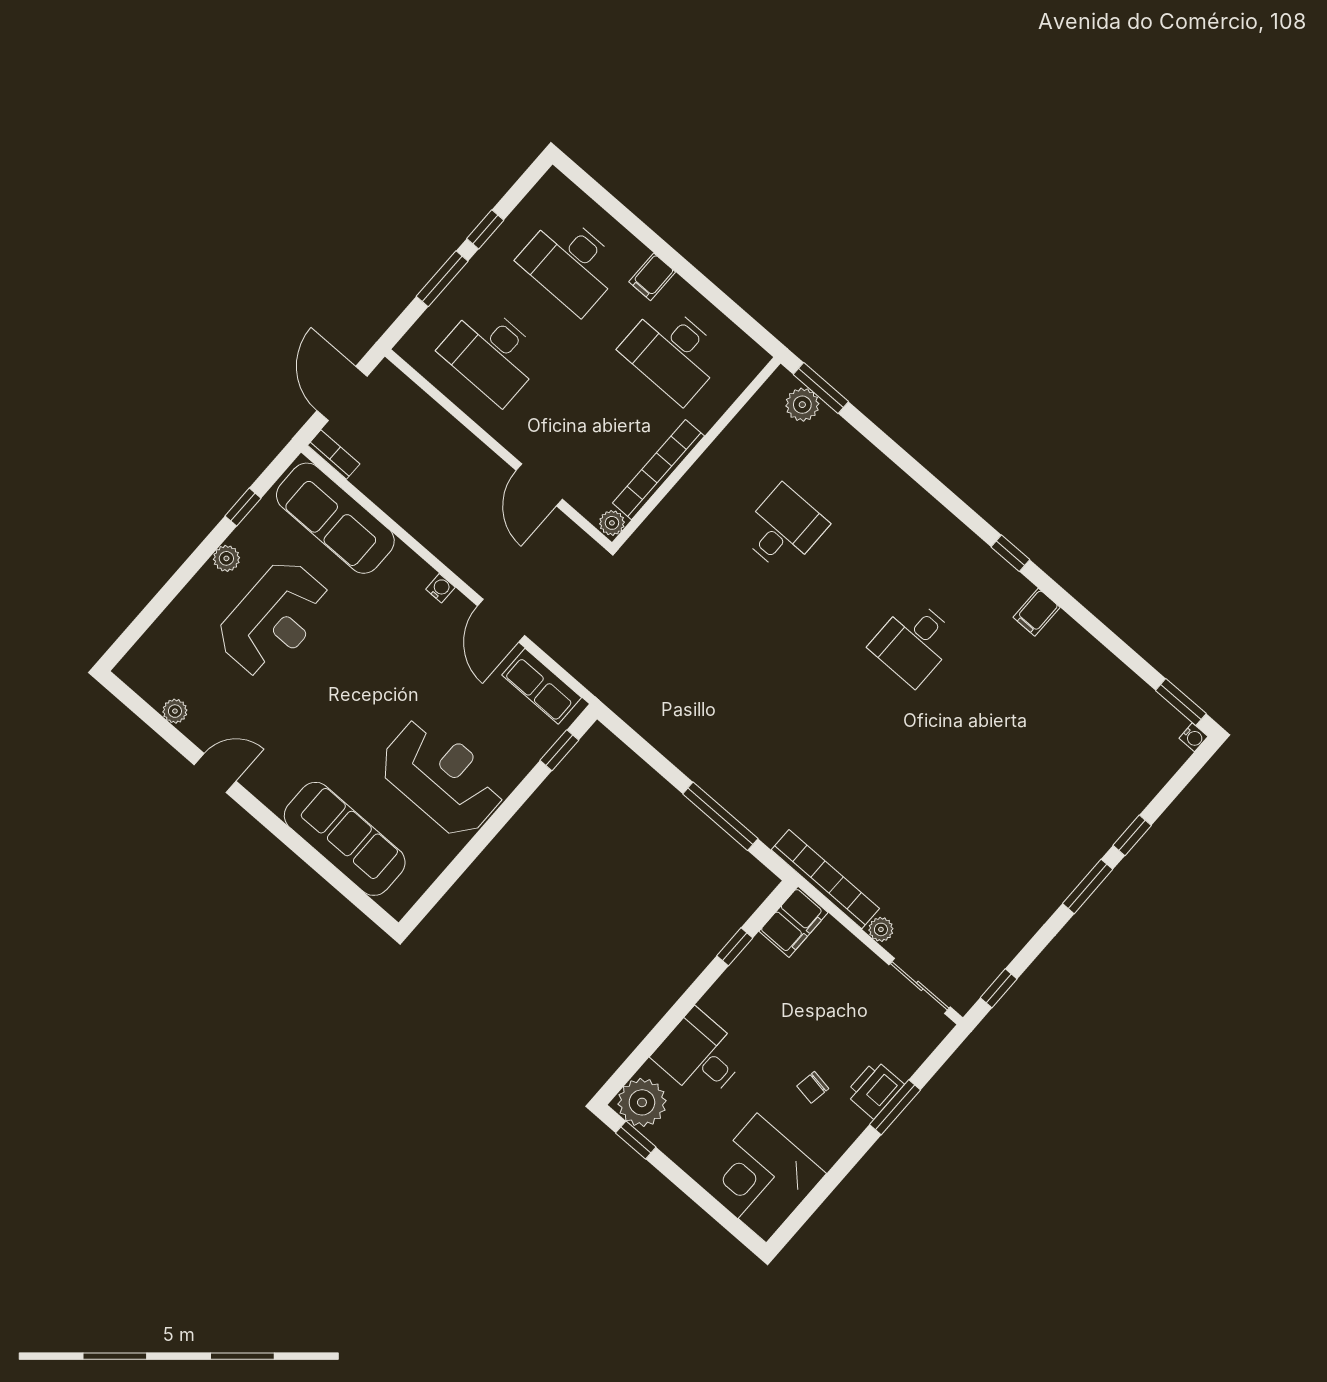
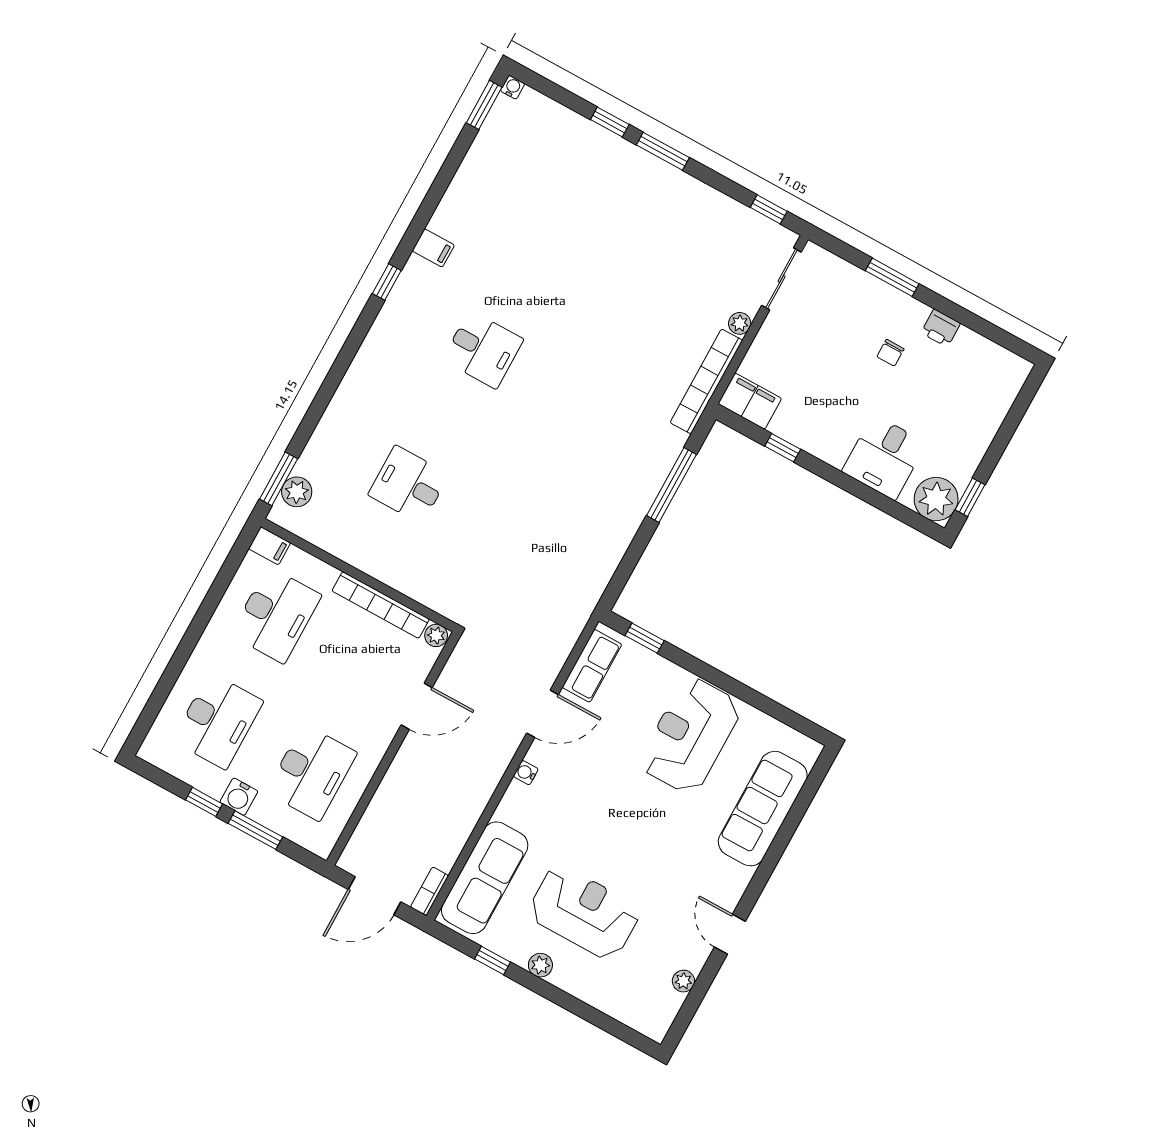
water cooler: (483, 269) -> (239, 797), added
filing cabinet: (652, 277) -> (270, 546), moved
chair: (813, 1087) -> (890, 353), turned 81
printer: (874, 1089) -> (941, 328), moved, width x0.73, depth x0.81
corner desk: (762, 1178) -> (979, 380), removed

